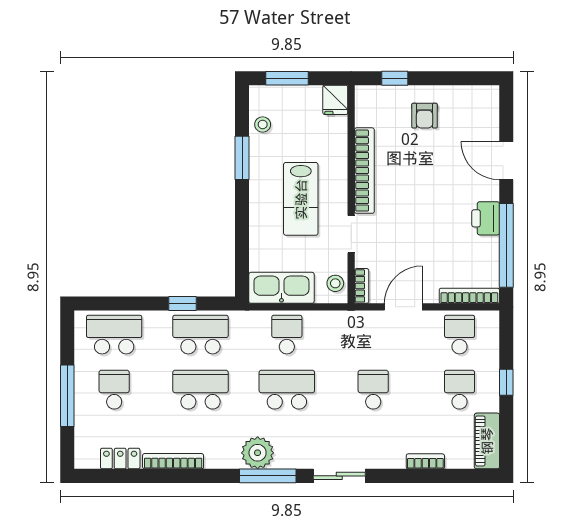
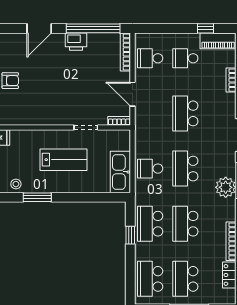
bookcase: (364, 171) -> (45, 119), removed
stool: (335, 283) -> (117, 138), removed
window: (506, 382) -> (205, 28), moved
school desk: (114, 390) -> (185, 279), width x1.85
school desk: (373, 390) -> (185, 113), width x1.85

